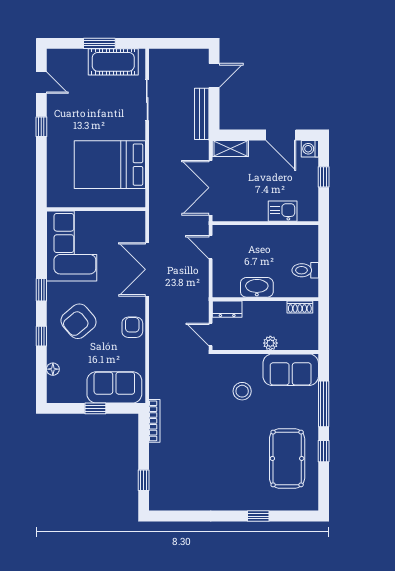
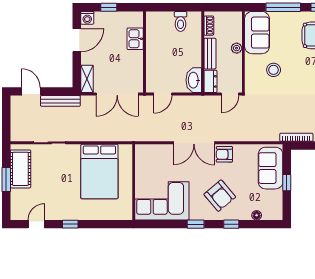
double door: (147, 269) -> (194, 143), moved
washbasin: (257, 287) -> (194, 80), moved
bench: (263, 309) -> (210, 54), added

